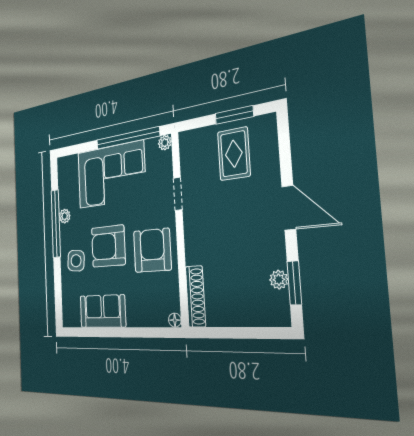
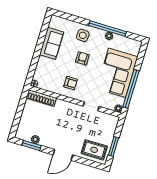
rug: (234, 154) -> (94, 150), moved
armchair: (108, 246) -> (82, 58), width x0.53, depth x0.53
armchair: (152, 250) -> (71, 83), width x0.53, depth x0.53

